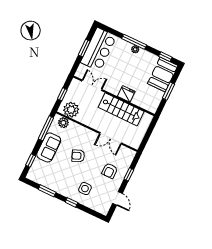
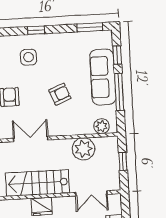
plant: (71, 110) -> (83, 149), moved
window: (46, 128) -> (119, 92), moved
sofa: (49, 147) -> (103, 77), width x1.36
window: (47, 191) -> (90, 27), moved

